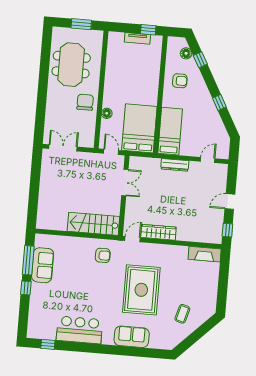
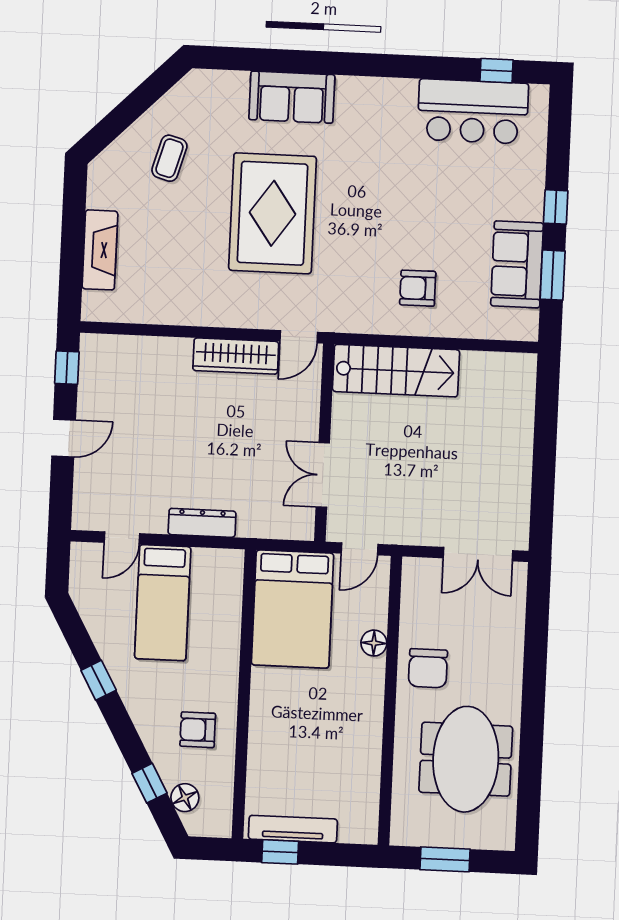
tv unit: (137, 38) -> (293, 829), width x1.41
bed: (170, 131) -> (163, 603), moved
door: (111, 152) -> (360, 549), hinge flipped
fireplace: (205, 254) -> (100, 250), moved, turned 90
armchair: (103, 255) -> (418, 288), moved
window: (28, 260) -> (553, 275), width x0.69
bar counter: (79, 330) -> (473, 111), moved

